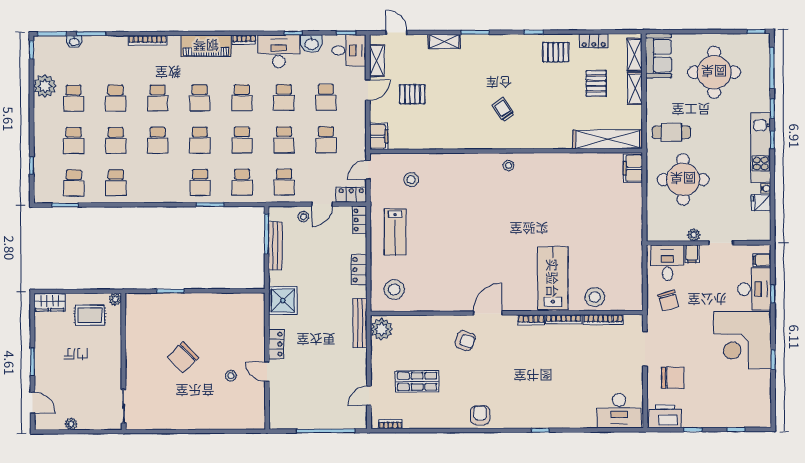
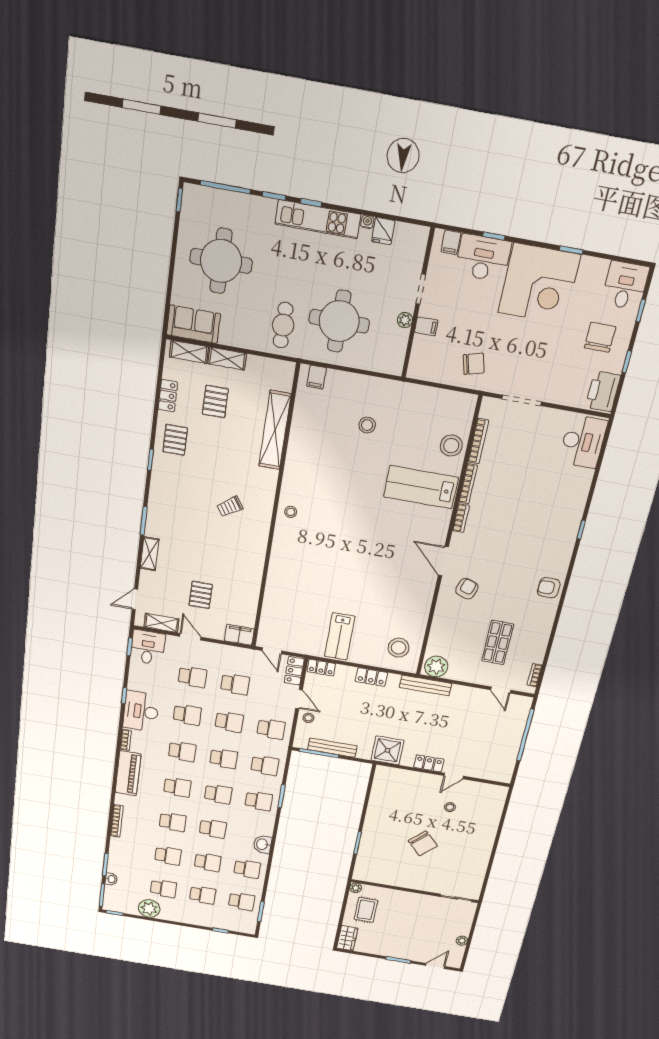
washbasin: (312, 44) -> (262, 844), moved, turned 180
pallet: (596, 83) -> (215, 402), turned 90
shelving: (608, 139) -> (275, 430), moved
filing cabinet: (633, 168) -> (316, 377), width x0.50
stool: (411, 180) -> (367, 425), moved
lab bench: (395, 232) -> (340, 636), turned 90
desk: (667, 263) -> (625, 285), moved, turned 90
chair: (673, 378) -> (600, 337), moved

